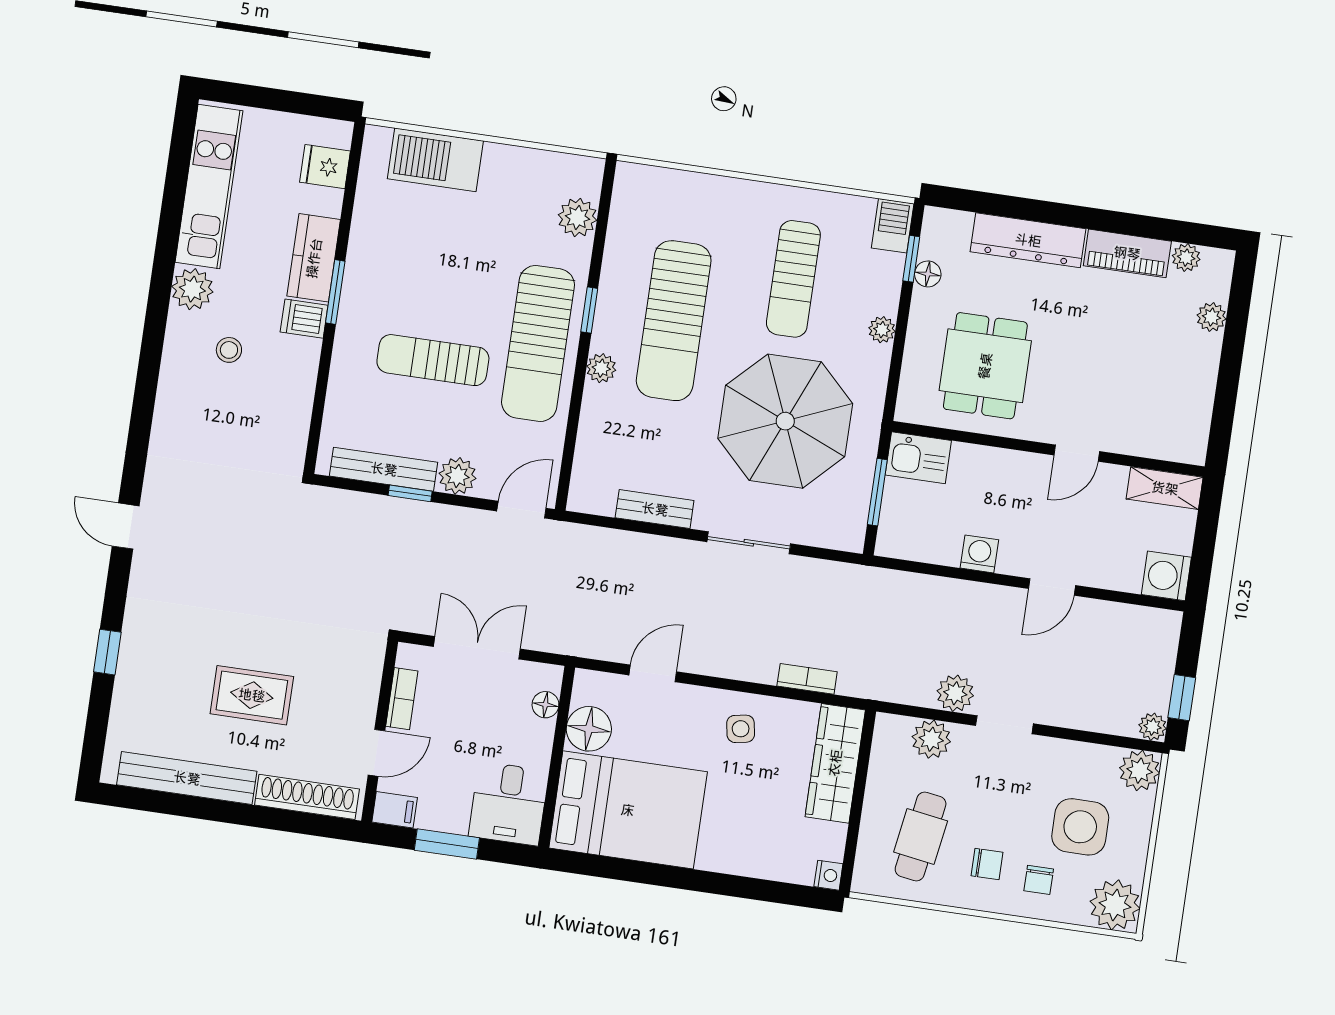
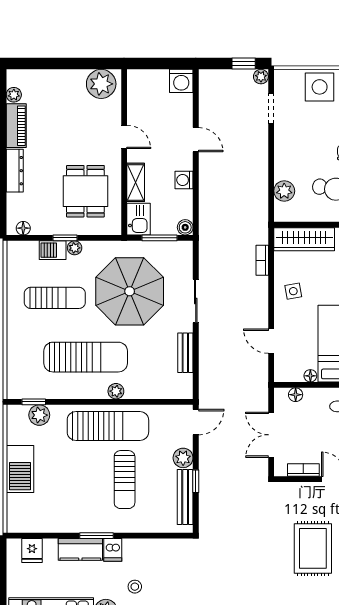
barbecue: (435, 160) -> (20, 469), moved
barbecue: (893, 226) -> (53, 250), moved
dresser: (1028, 240) -> (15, 171), width x0.73, depth x0.80
window: (911, 259) -> (65, 238), moved
floor lamp: (928, 274) -> (23, 228), moved
window: (589, 310) -> (34, 402), moved
plant: (1211, 317) -> (101, 84), moved, width x1.88, depth x1.88
dining table: (985, 366) -> (85, 191), turned 90
shelving: (1165, 488) -> (136, 182), moved
door: (521, 510) -> (196, 422), swing flipped
boiler: (890, 543) -> (185, 227), added
plant: (955, 693) -> (258, 182), removed
rug: (252, 695) -> (313, 548), width x1.36, depth x1.43
doorway: (1004, 725) -> (271, 109), moved
floor lamp: (589, 729) -> (310, 376), width x0.53, depth x0.53
plant: (1140, 771) -> (285, 80), removed
side table: (1080, 827) -> (320, 87), moved

